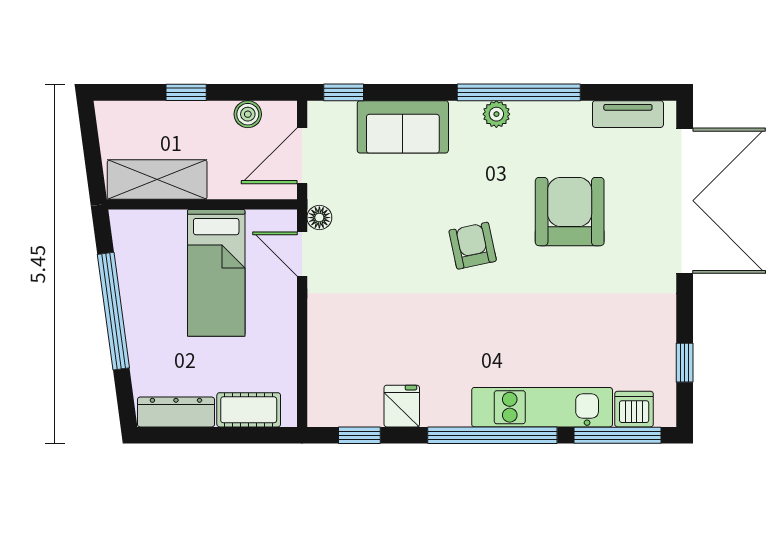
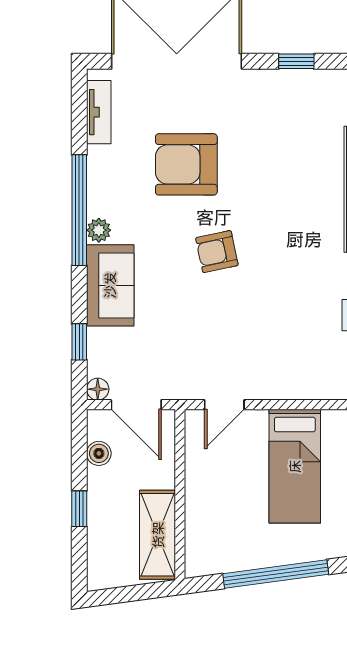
window: (344, 92) -> (79, 342), moved
sofa: (403, 127) -> (110, 285), moved
floor lamp: (319, 218) -> (98, 389), moved
bed: (216, 273) -> (295, 466), moved, turned 90
window: (685, 363) -> (296, 61), moved

